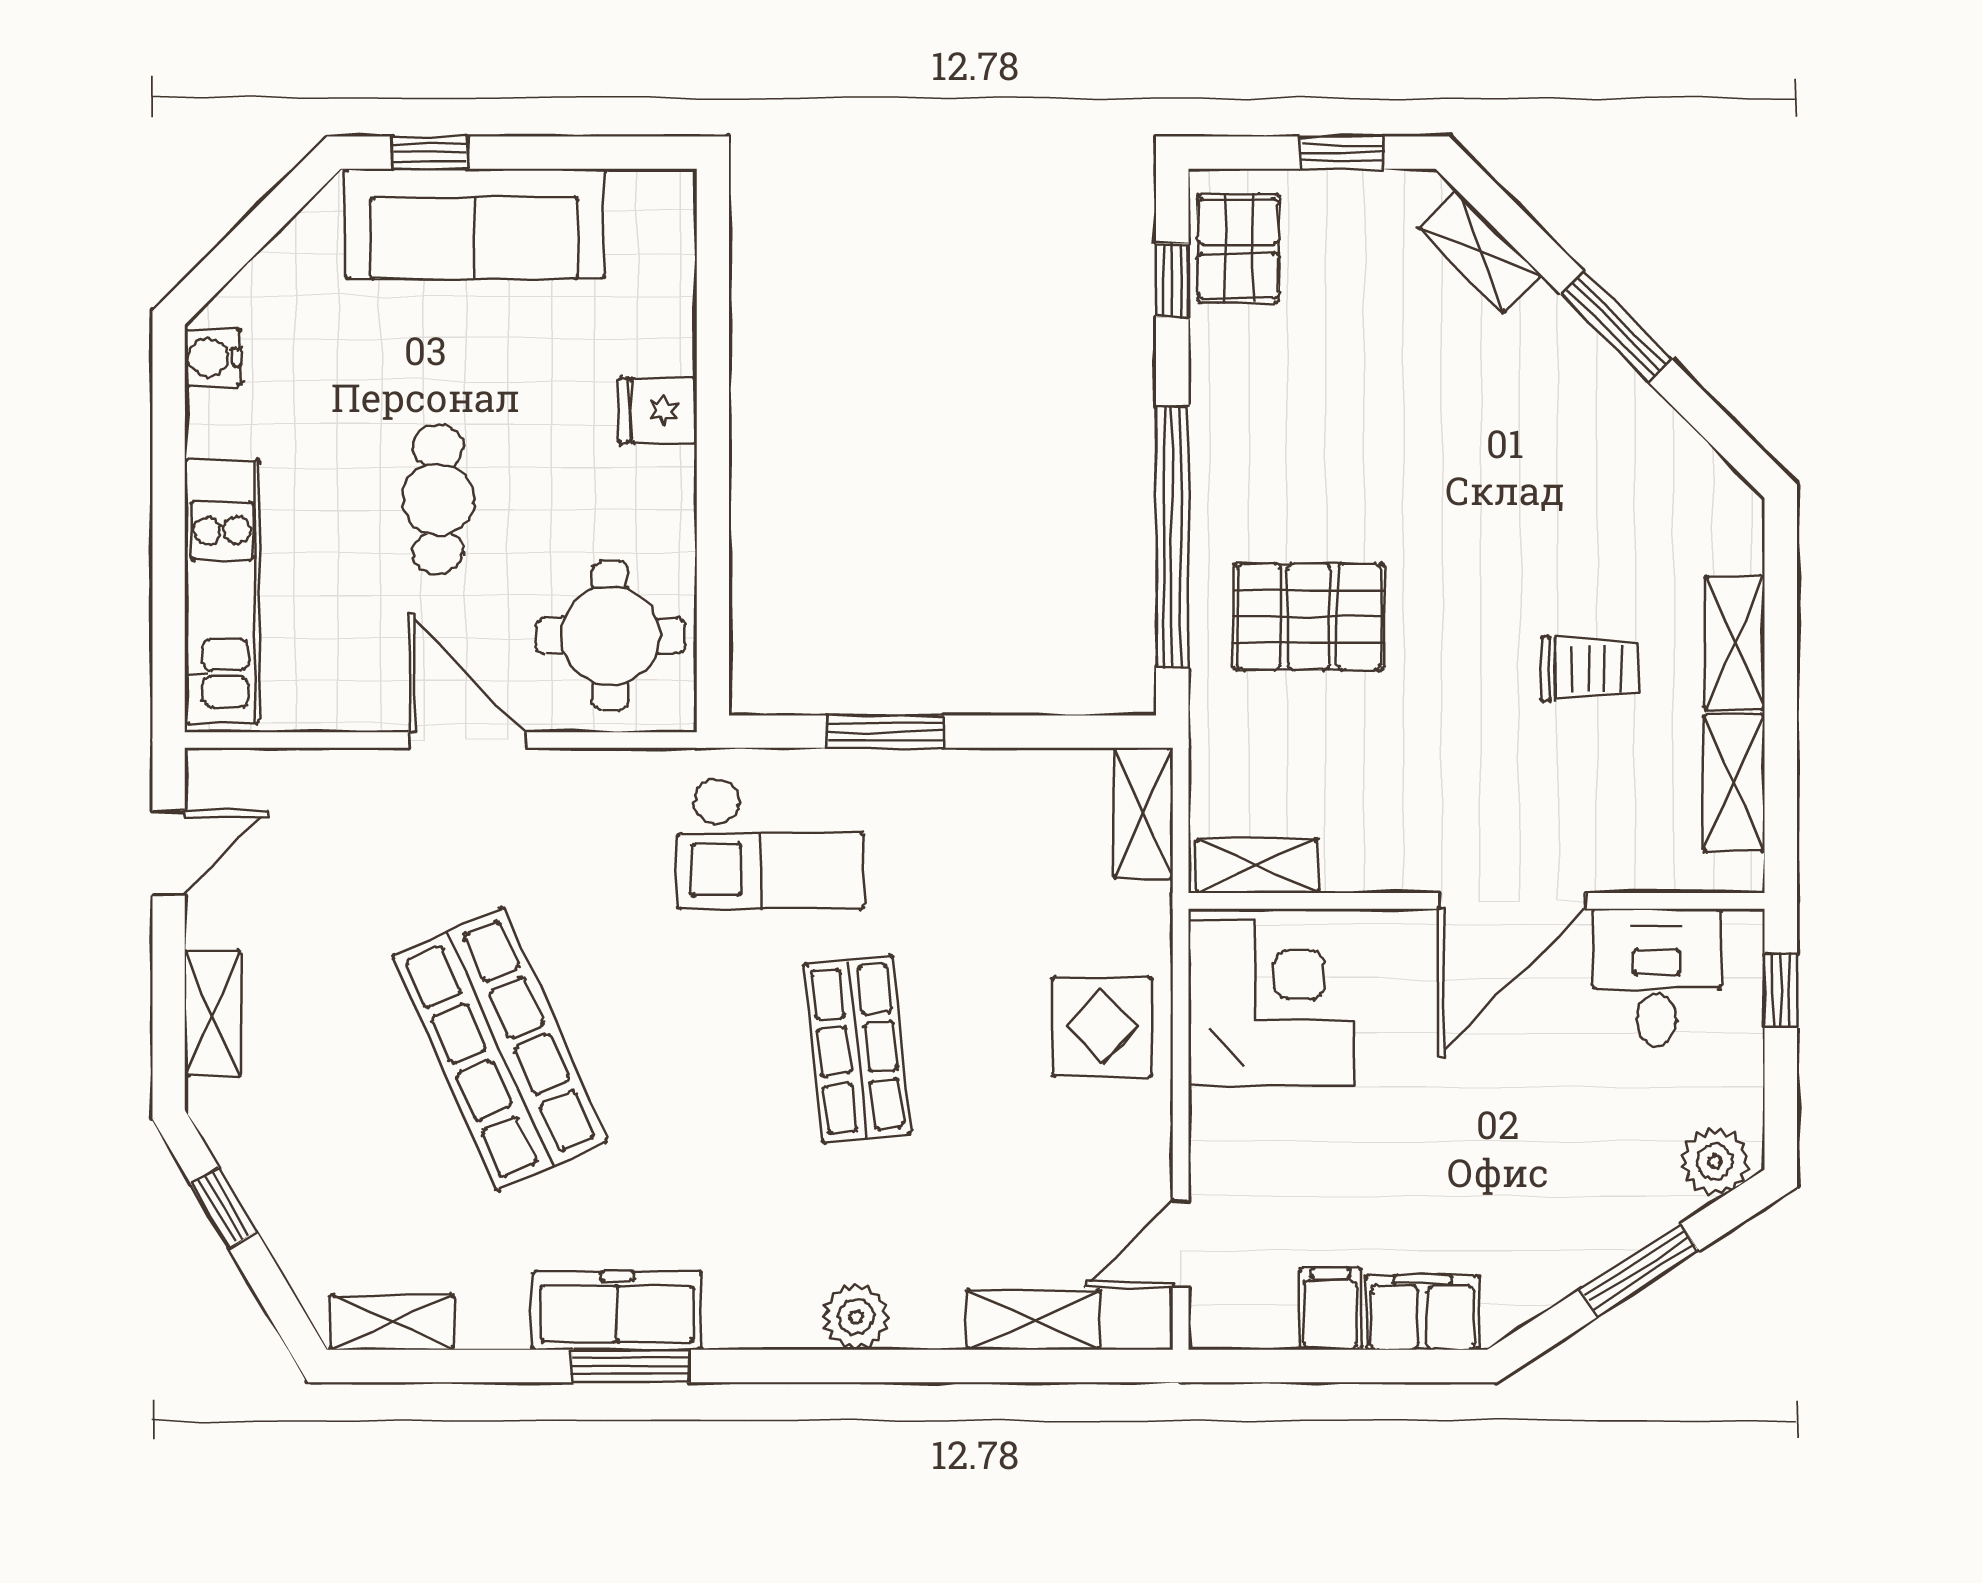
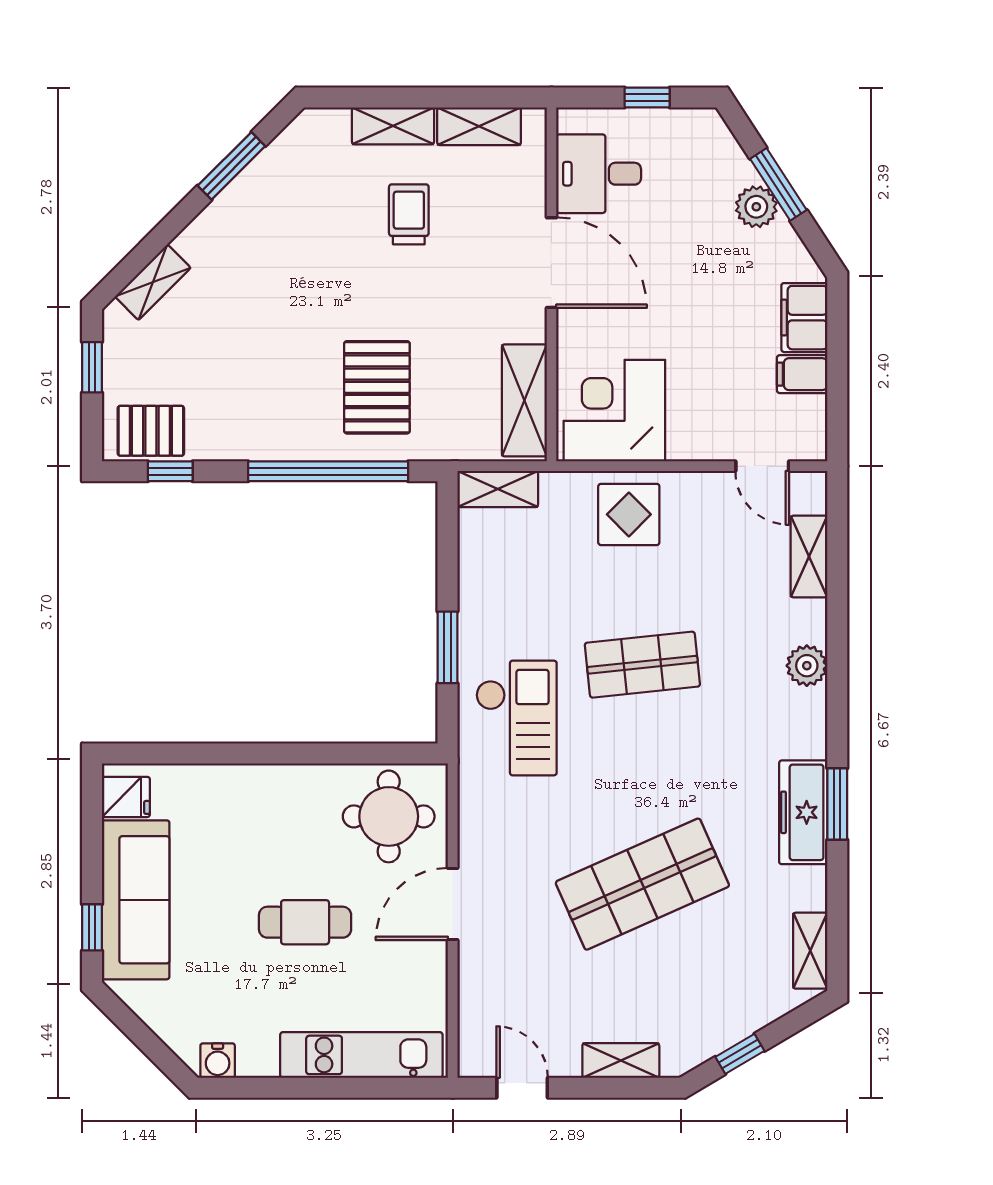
window: (1616, 326) -> (231, 166), moved
fridge: (658, 410) -> (126, 797), moved, turned -90
shelving: (1257, 866) -> (524, 400), width x1.50, depth x1.33
window: (1781, 991) -> (647, 97), moved
plant: (1715, 1162) -> (756, 207), moved

